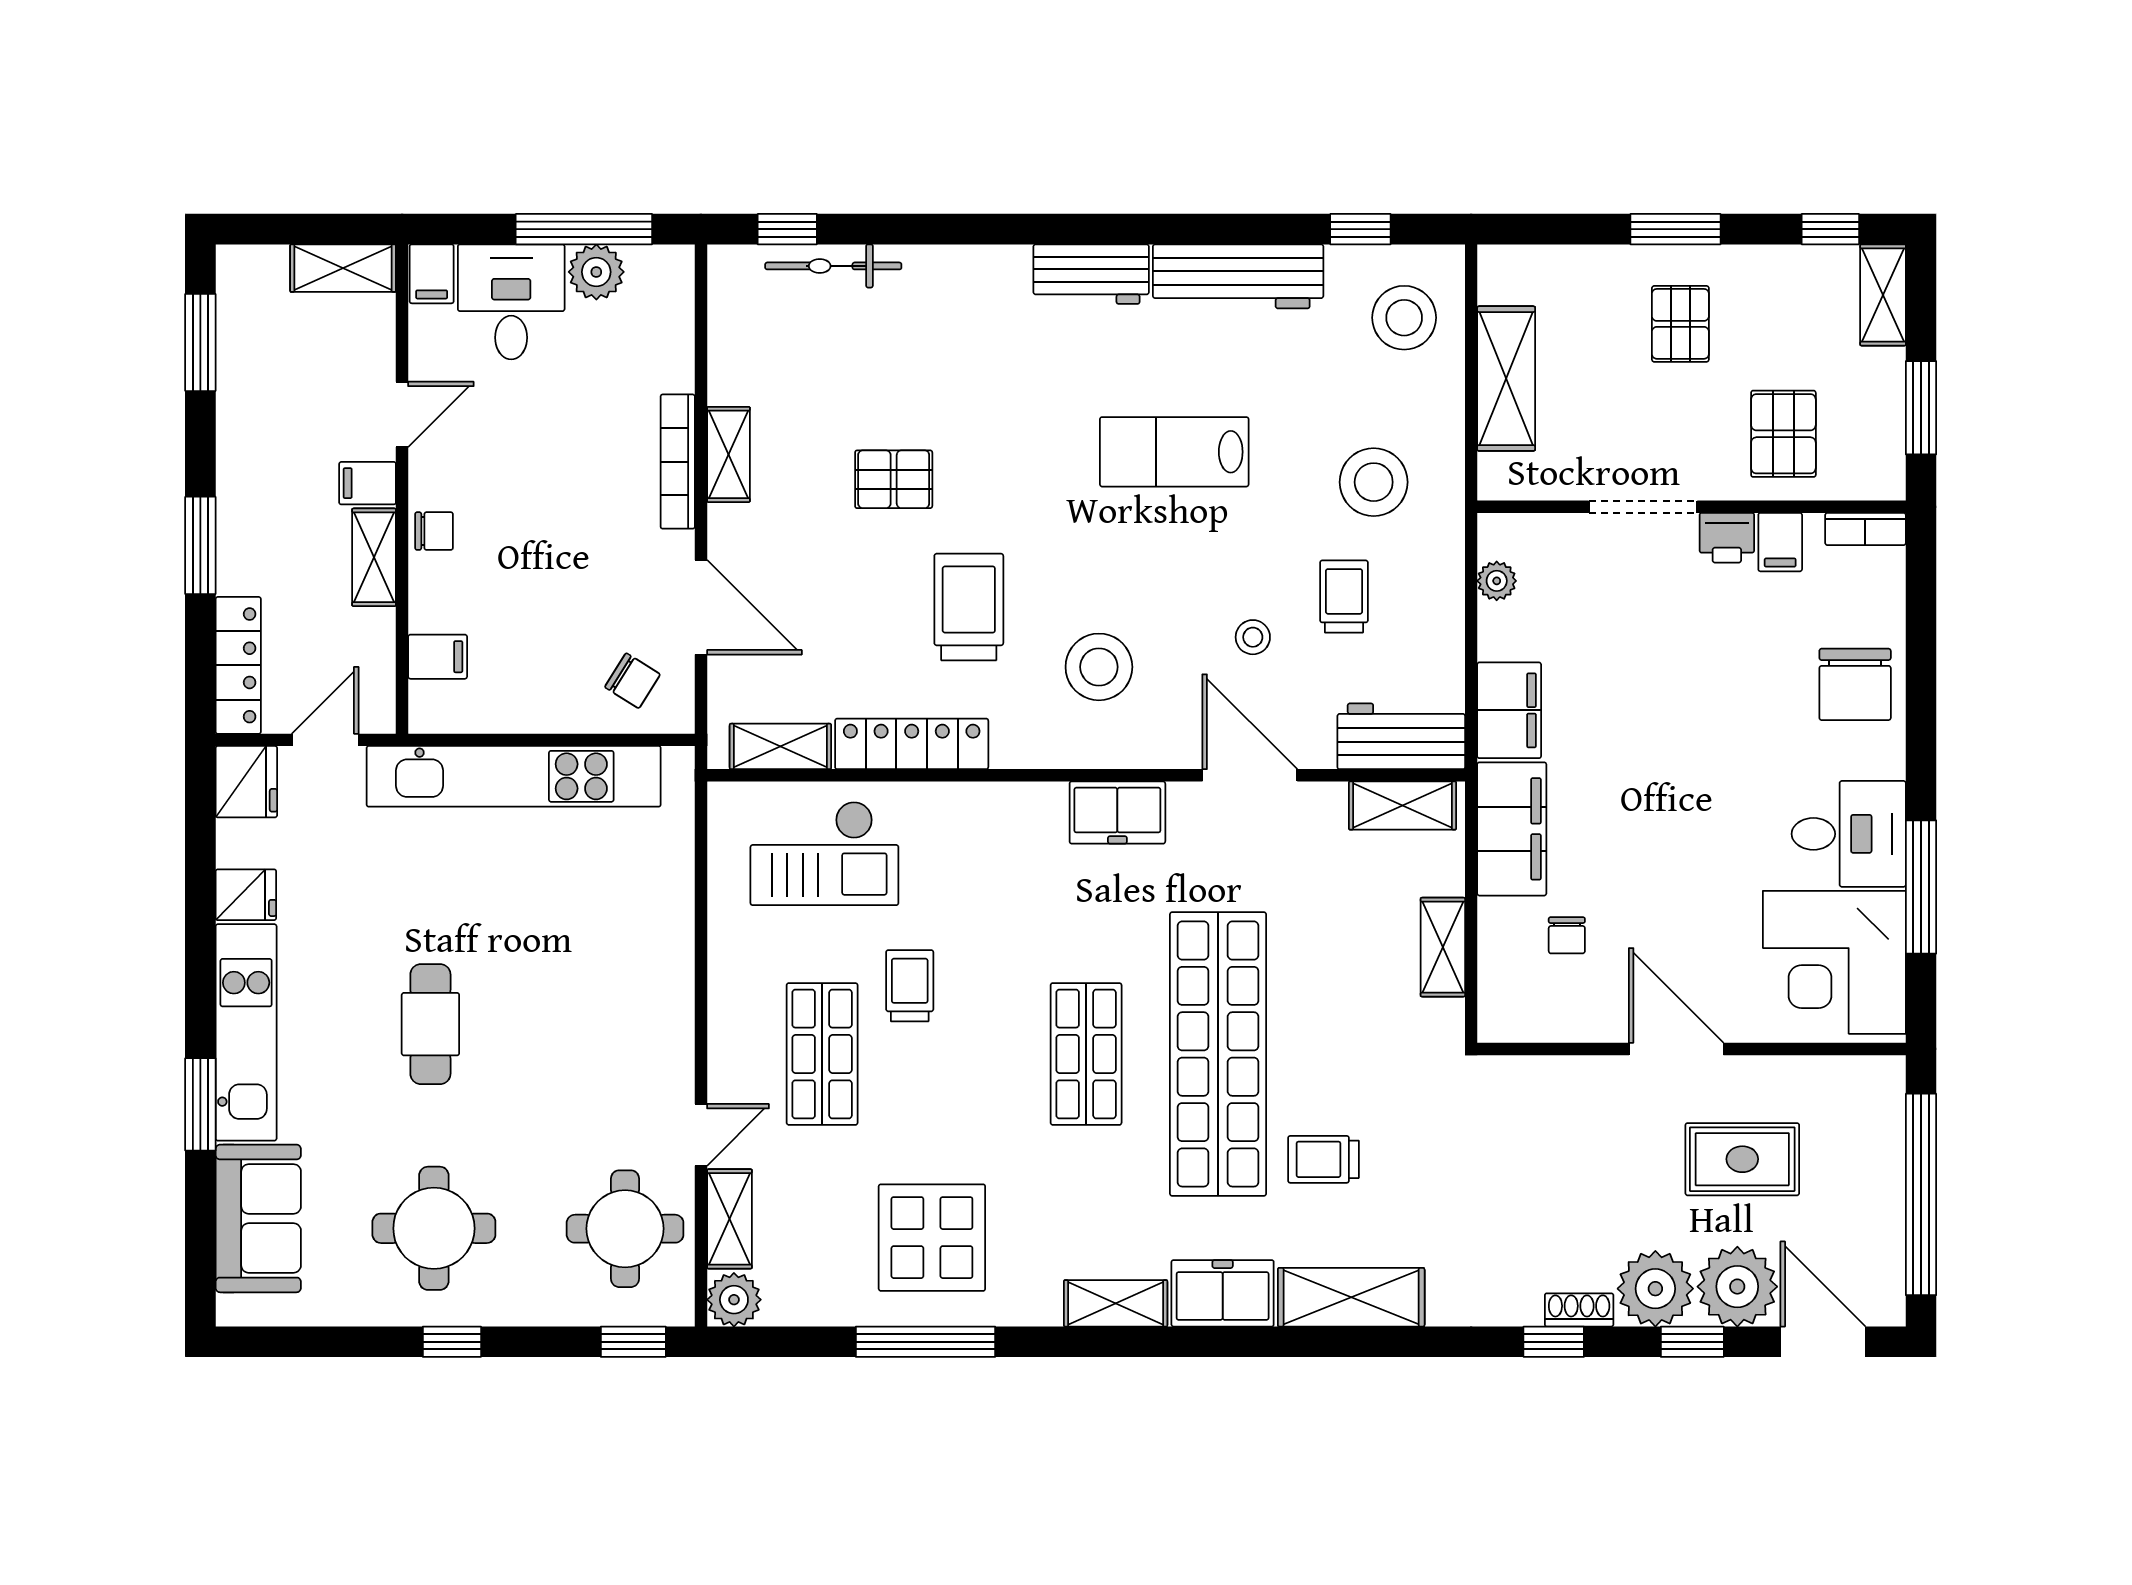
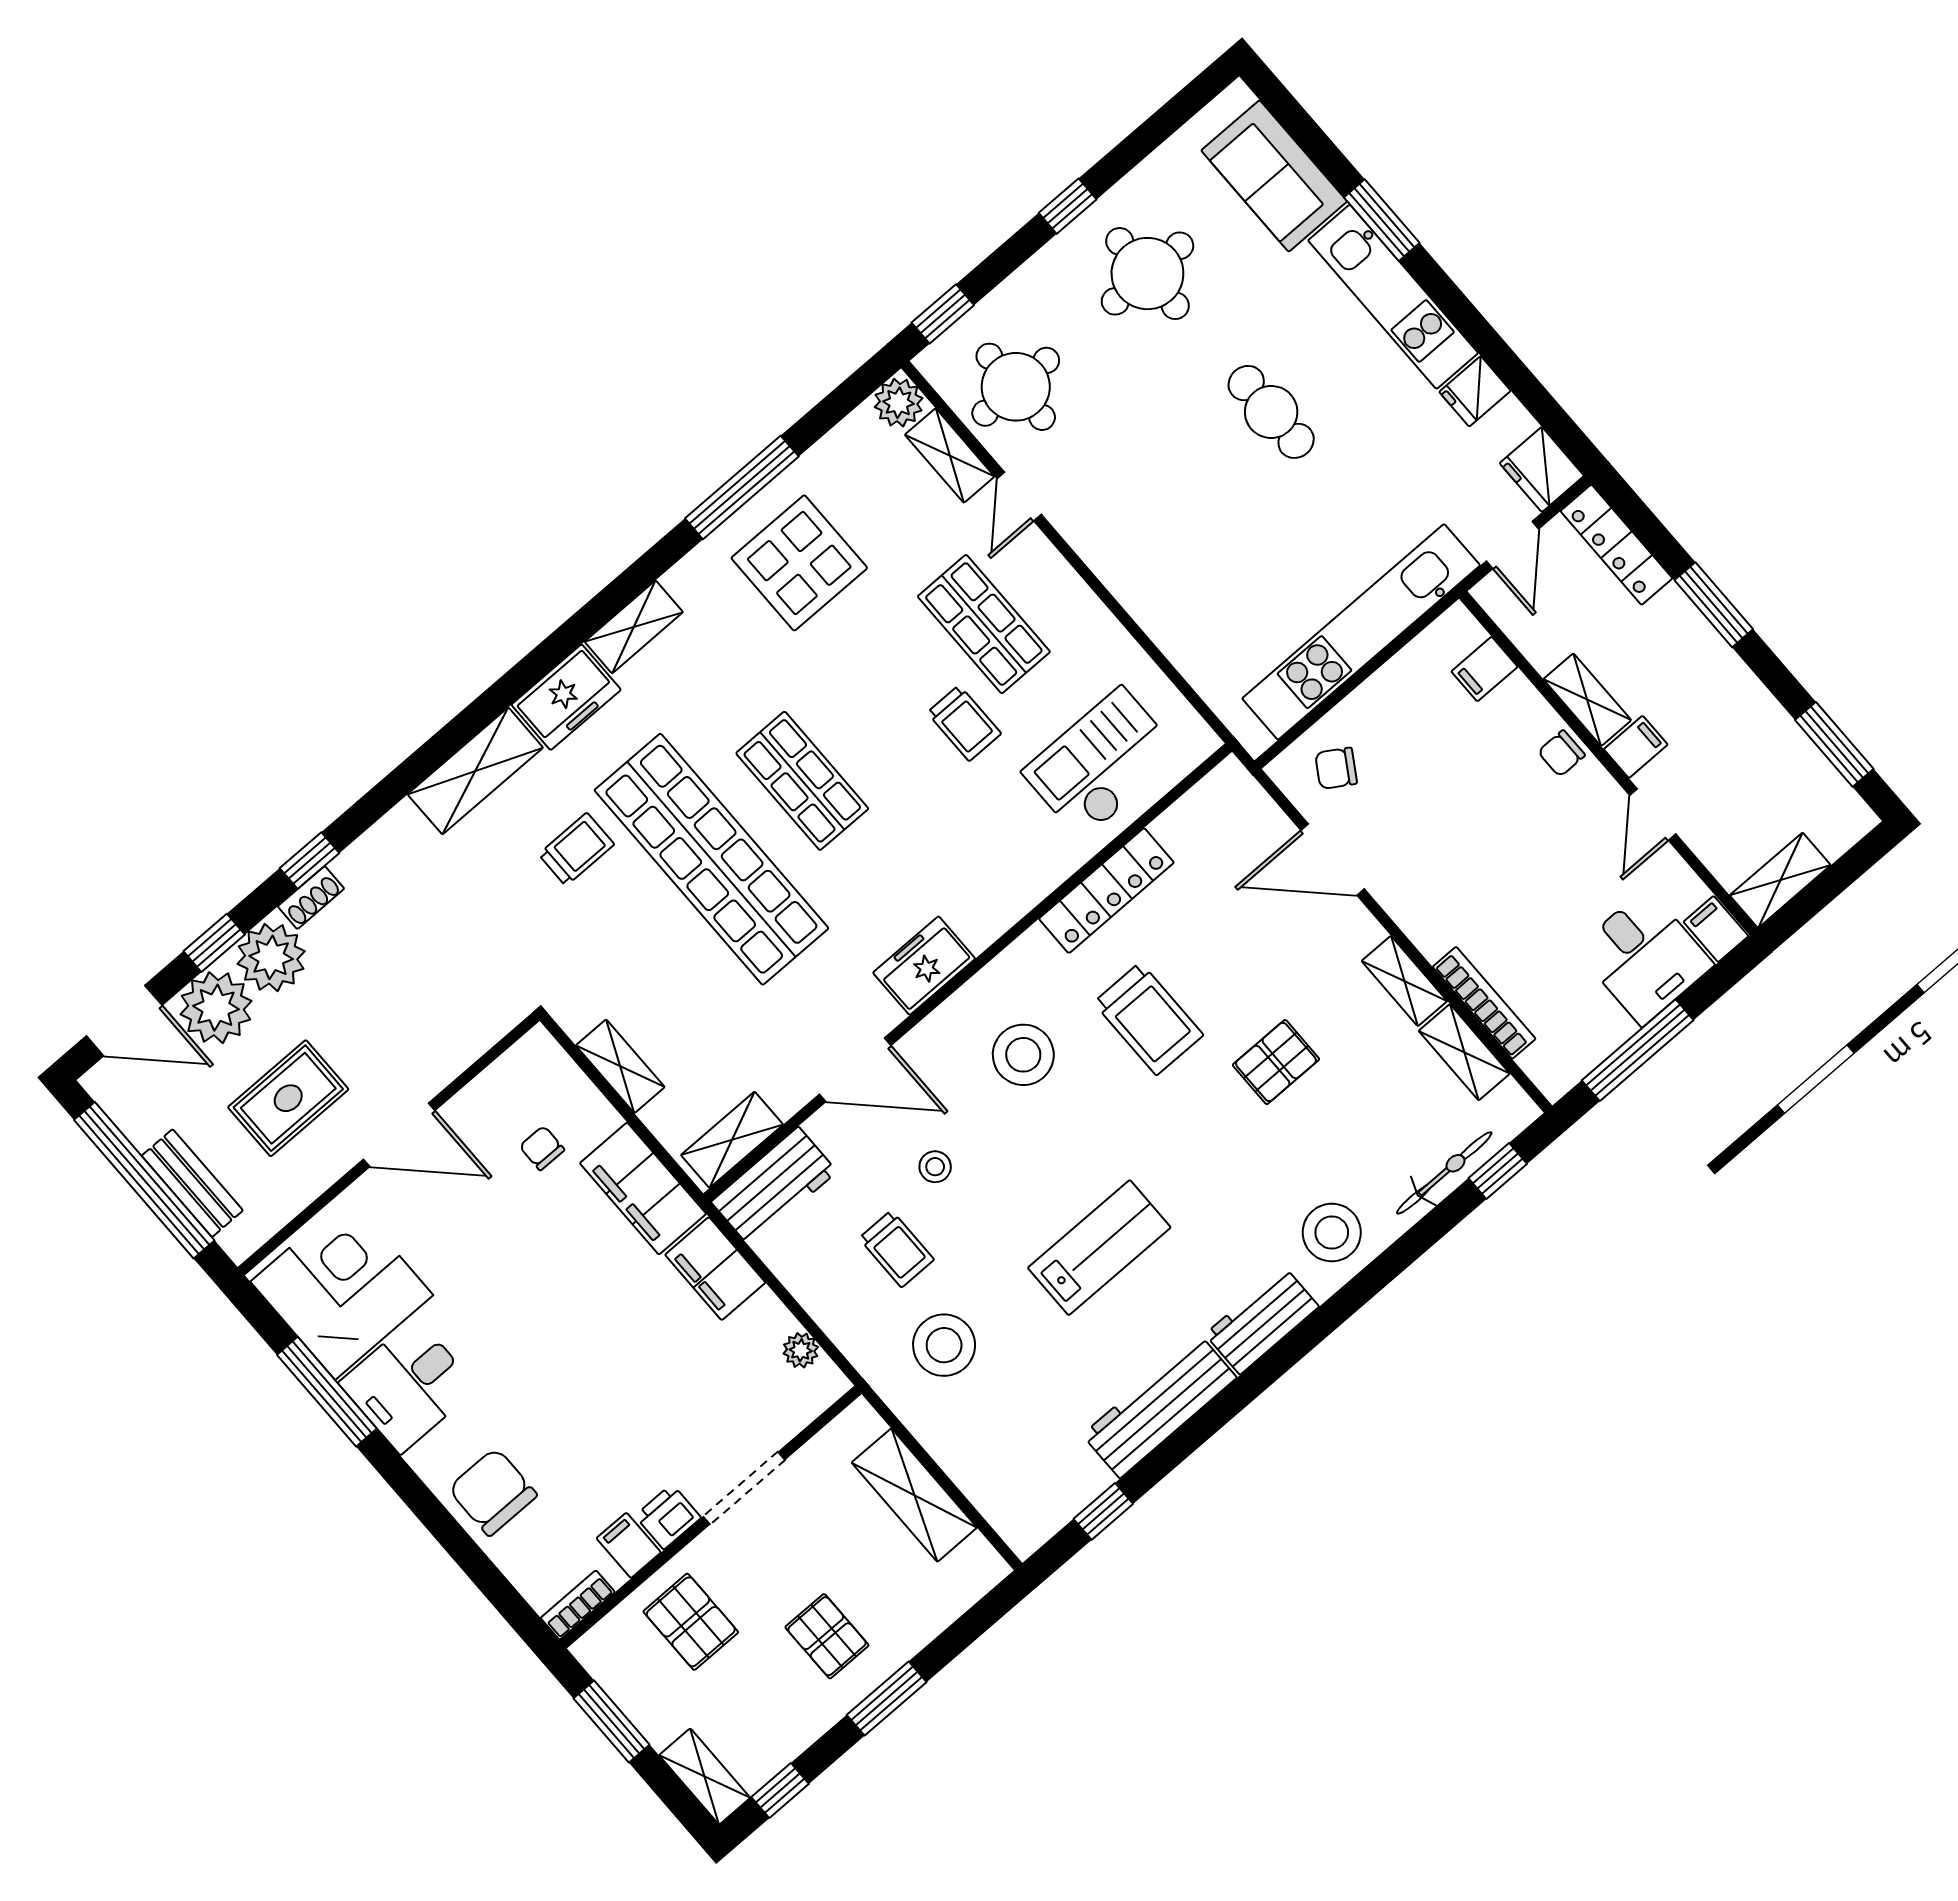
plant: (596, 272) -> (1604, 1028), removed
stool: (1404, 318) -> (1332, 1233), moved
bookcase: (678, 462) -> (1484, 1003), moved
shelving: (780, 746) -> (1464, 1052), moved, turned 90
bench: (1883, 1157) -> (192, 1183), added

